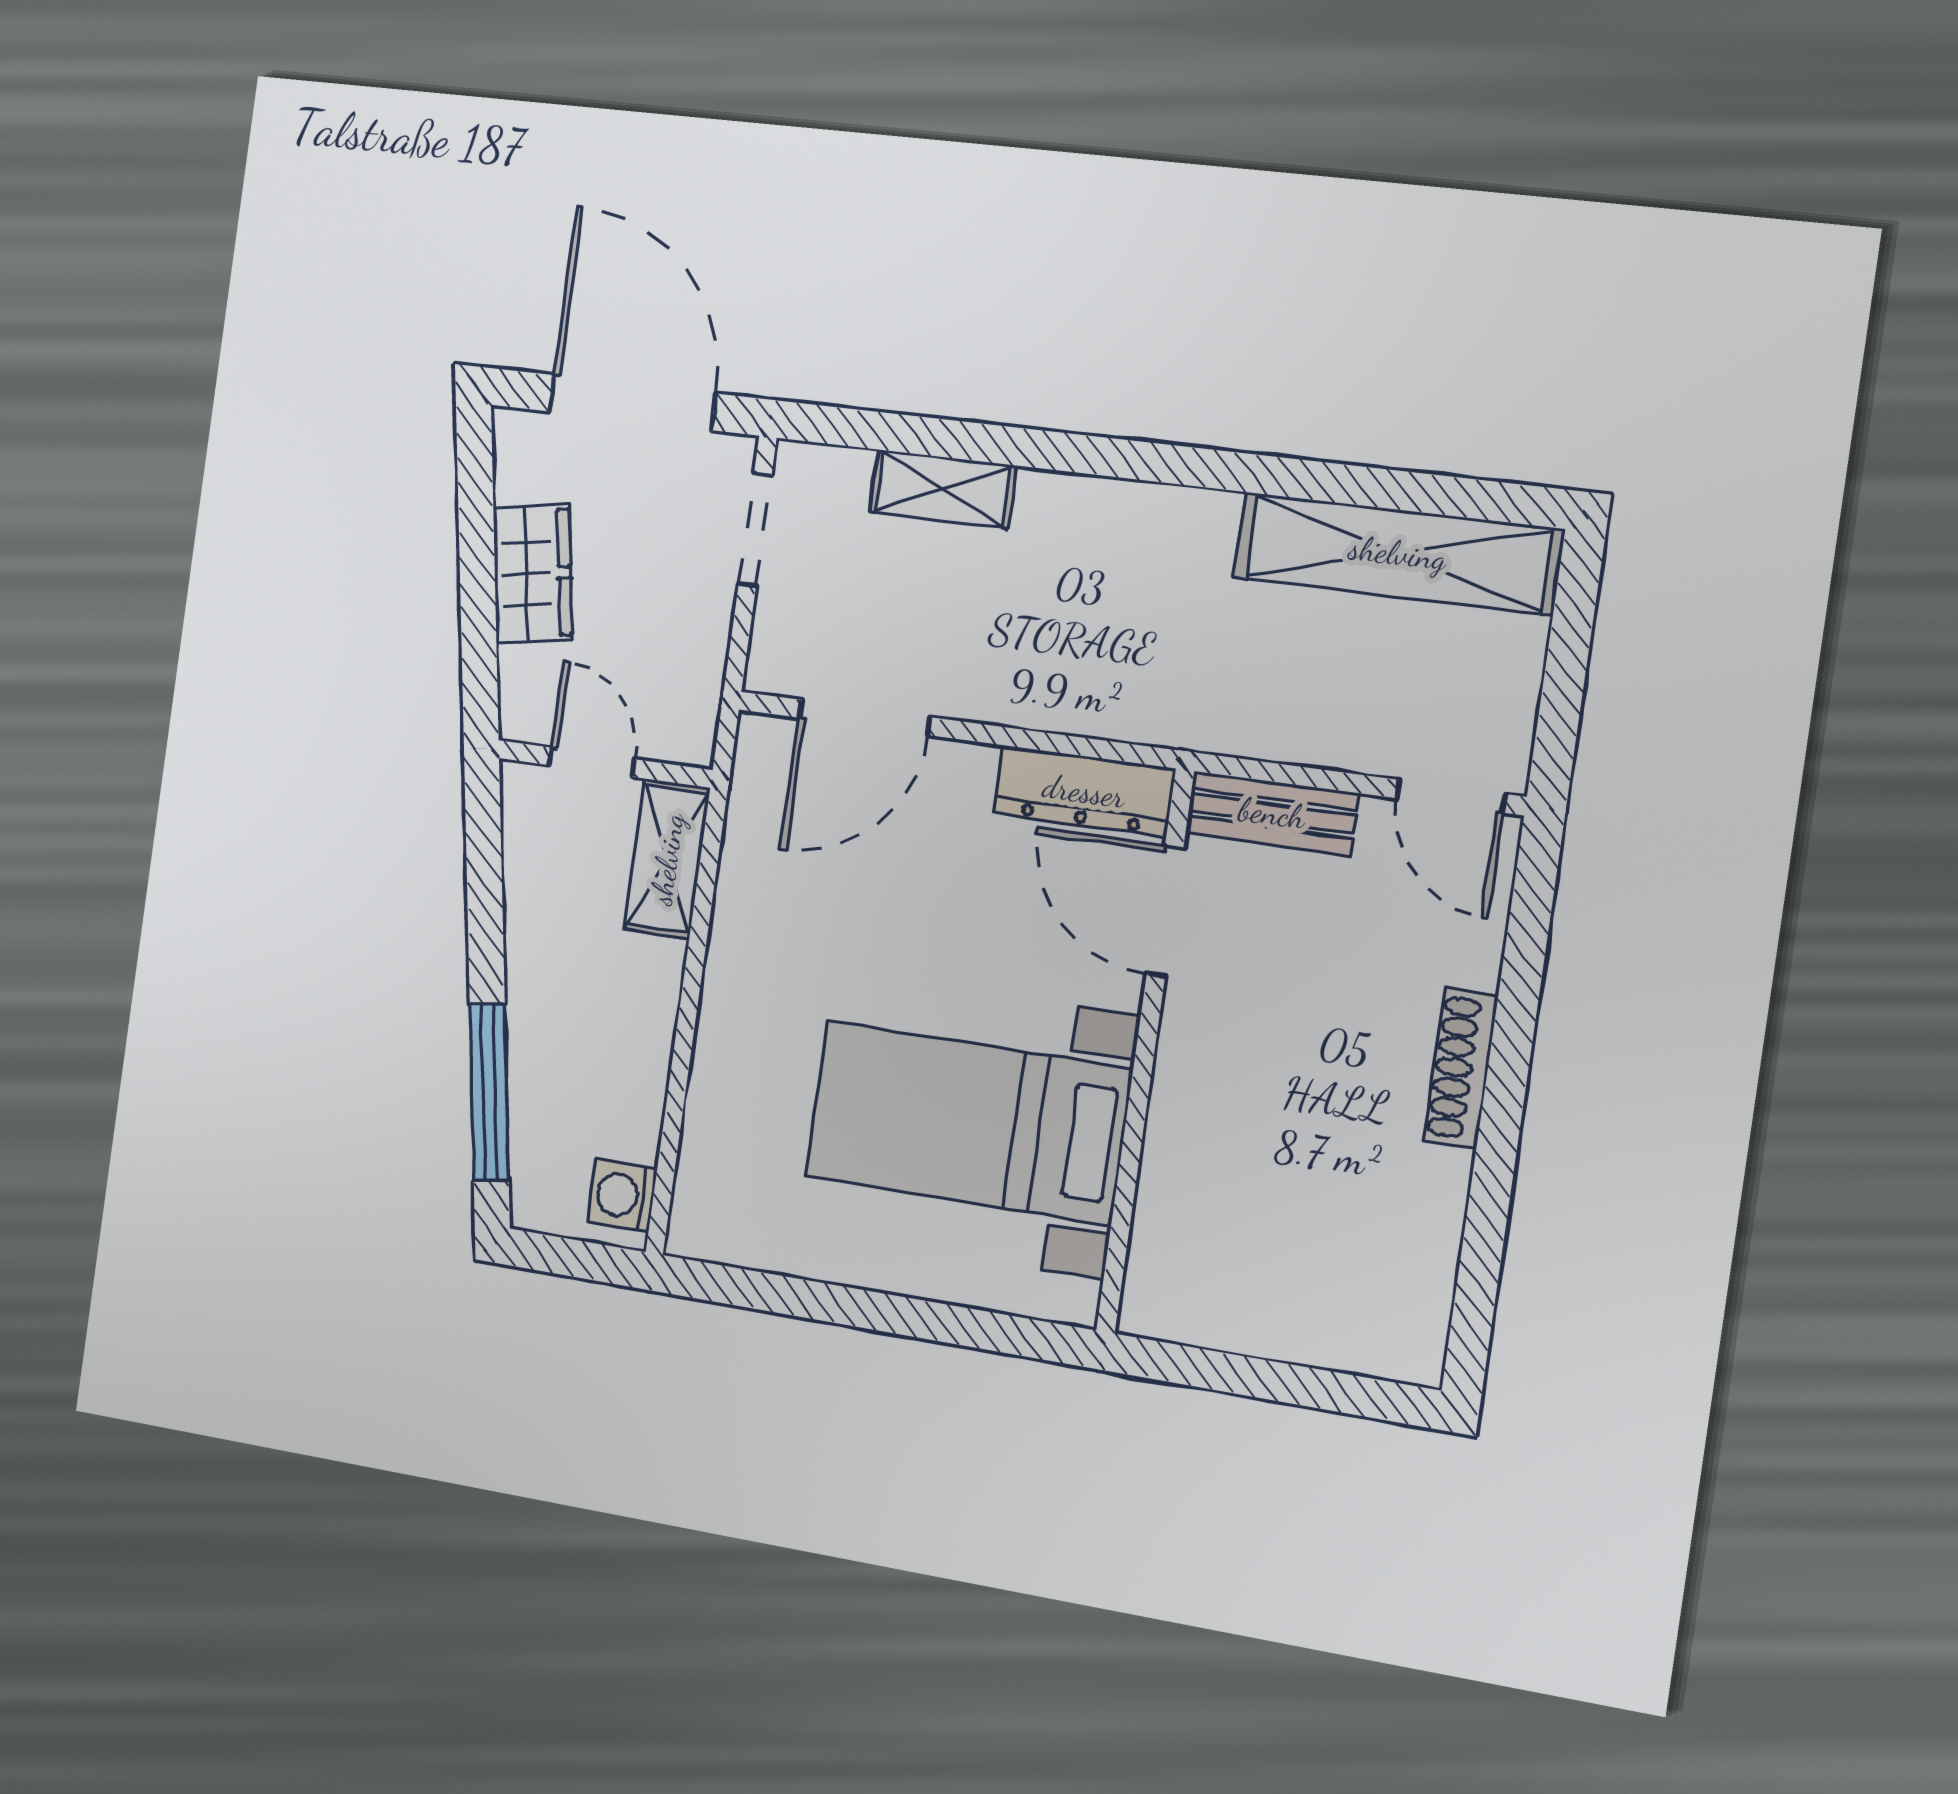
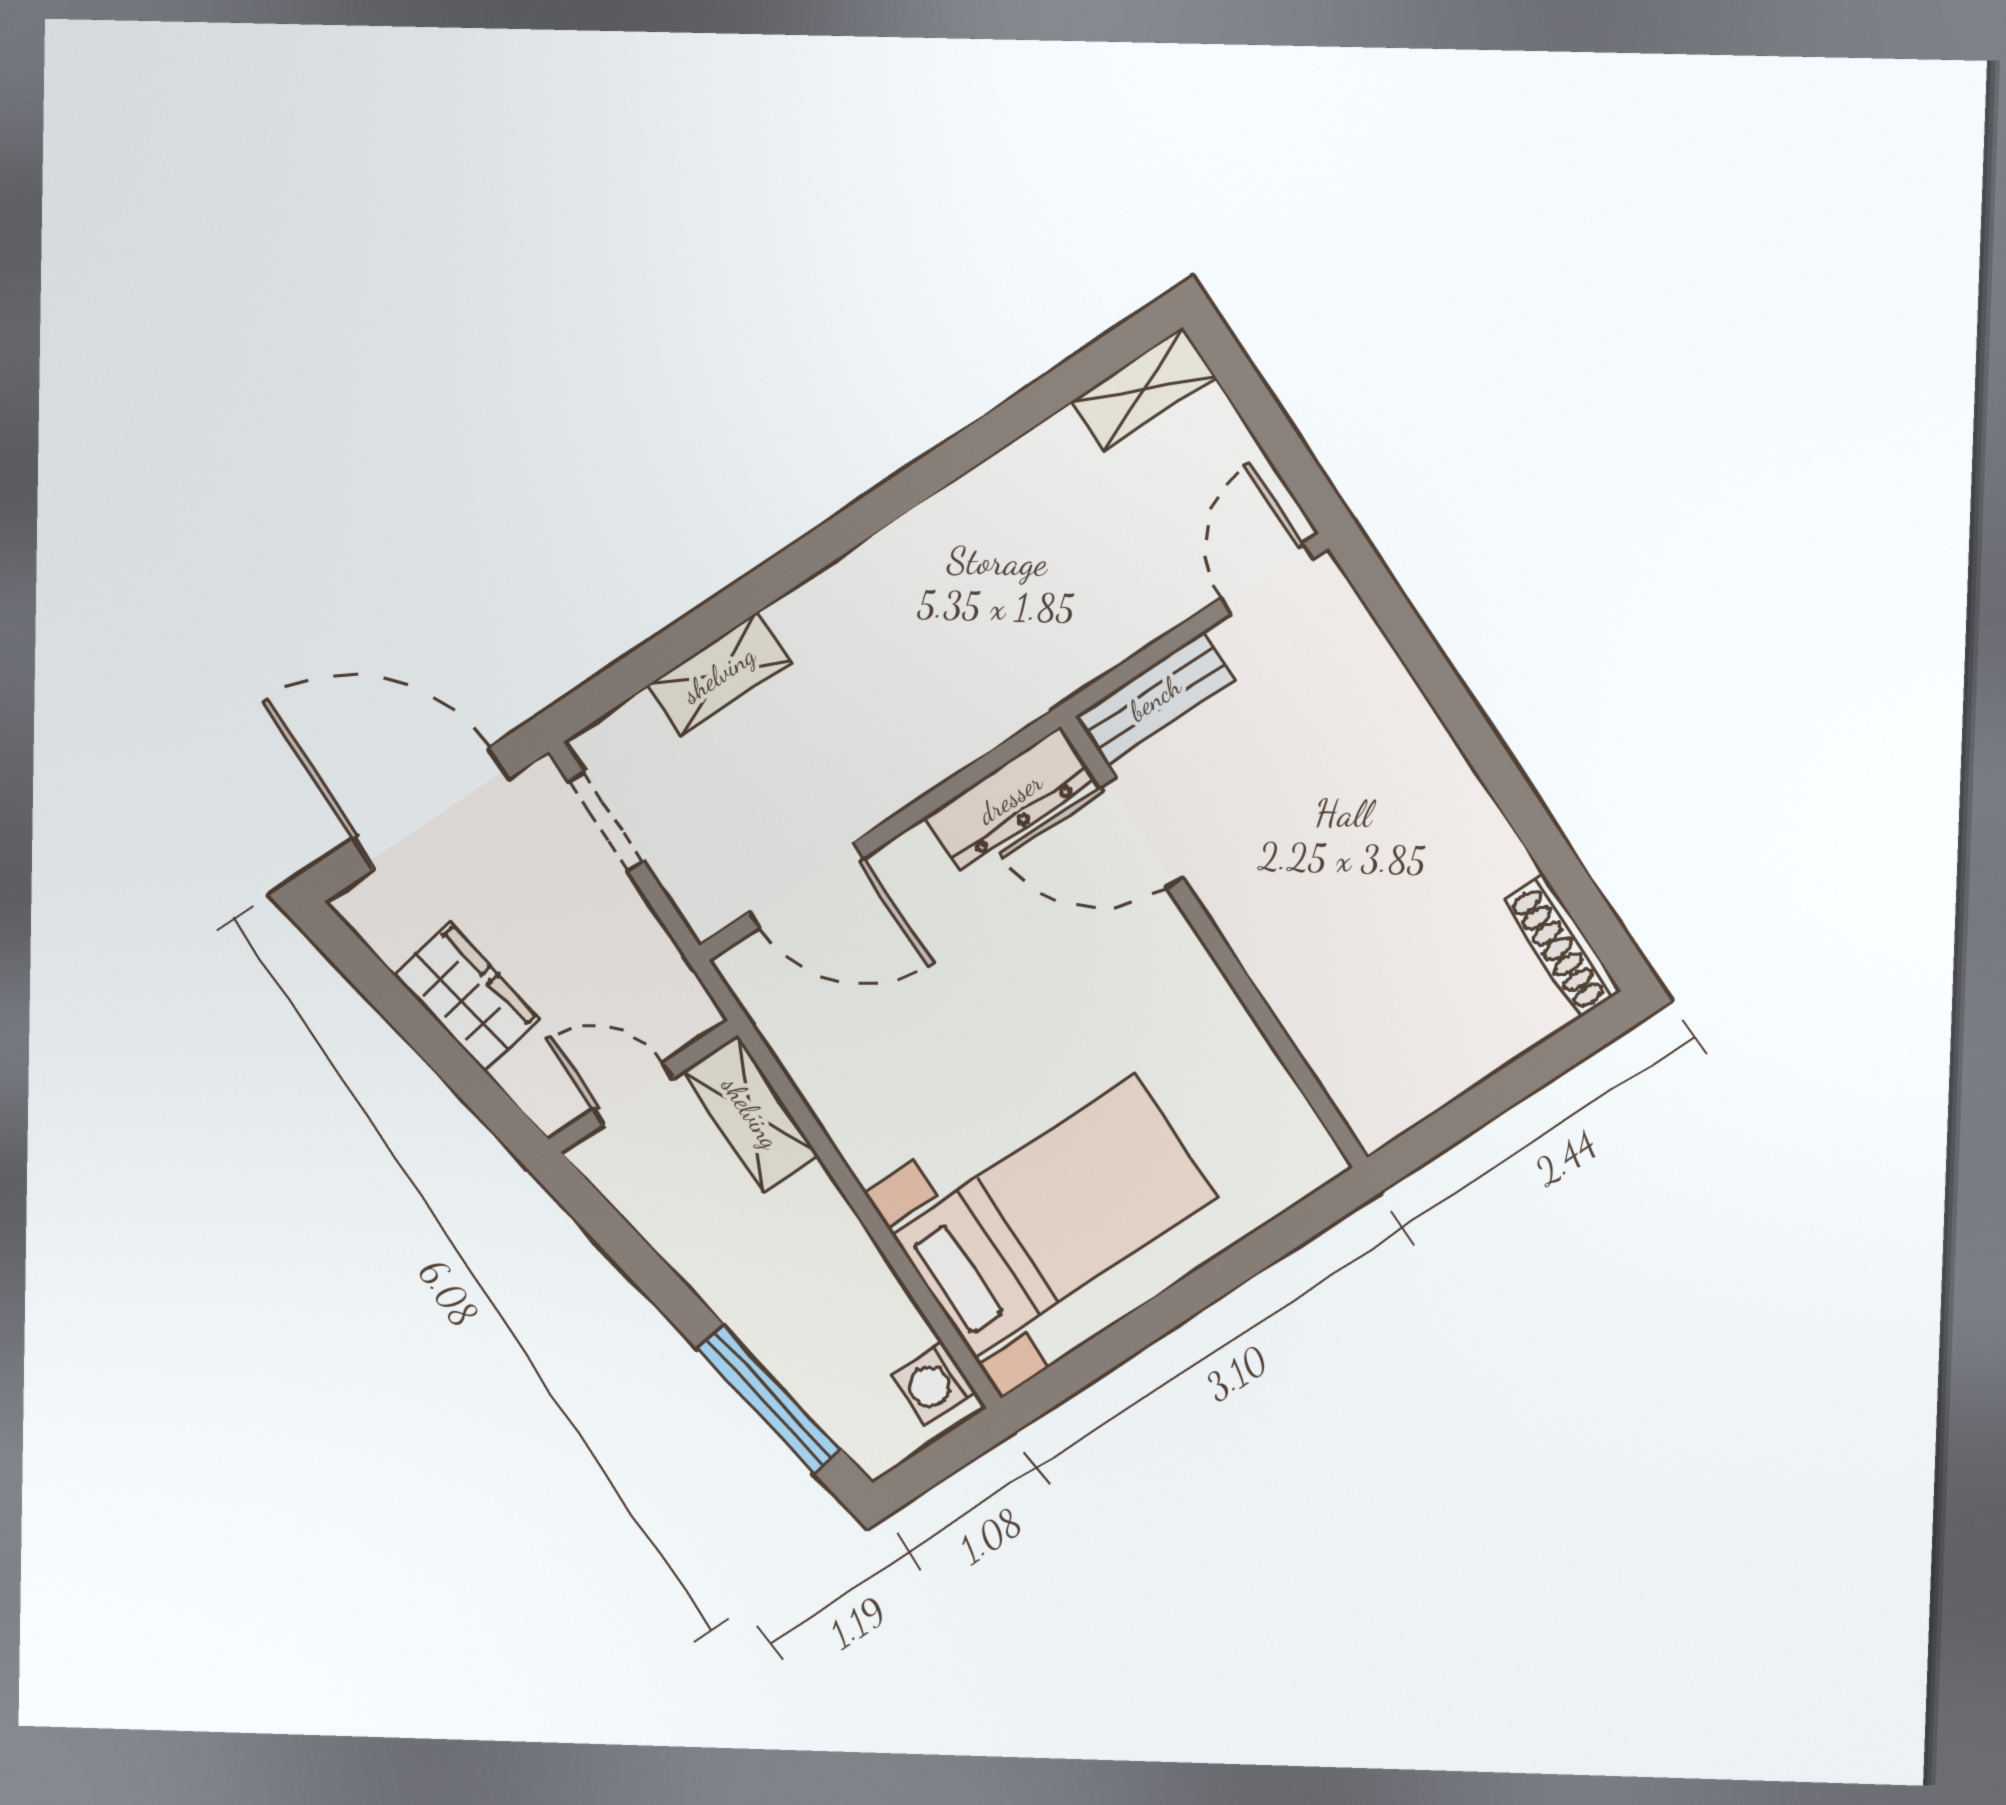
shelving: (1398, 553) -> (1143, 389), width x0.45, depth x0.75
door: (865, 717) -> (806, 885), hinge flipped
door: (1451, 796) -> (1267, 578), swing flipped
shoe rack: (1461, 1068) -> (1562, 946), moved
bed with nightstands: (968, 1123) -> (1055, 1216), moved, turned 180

